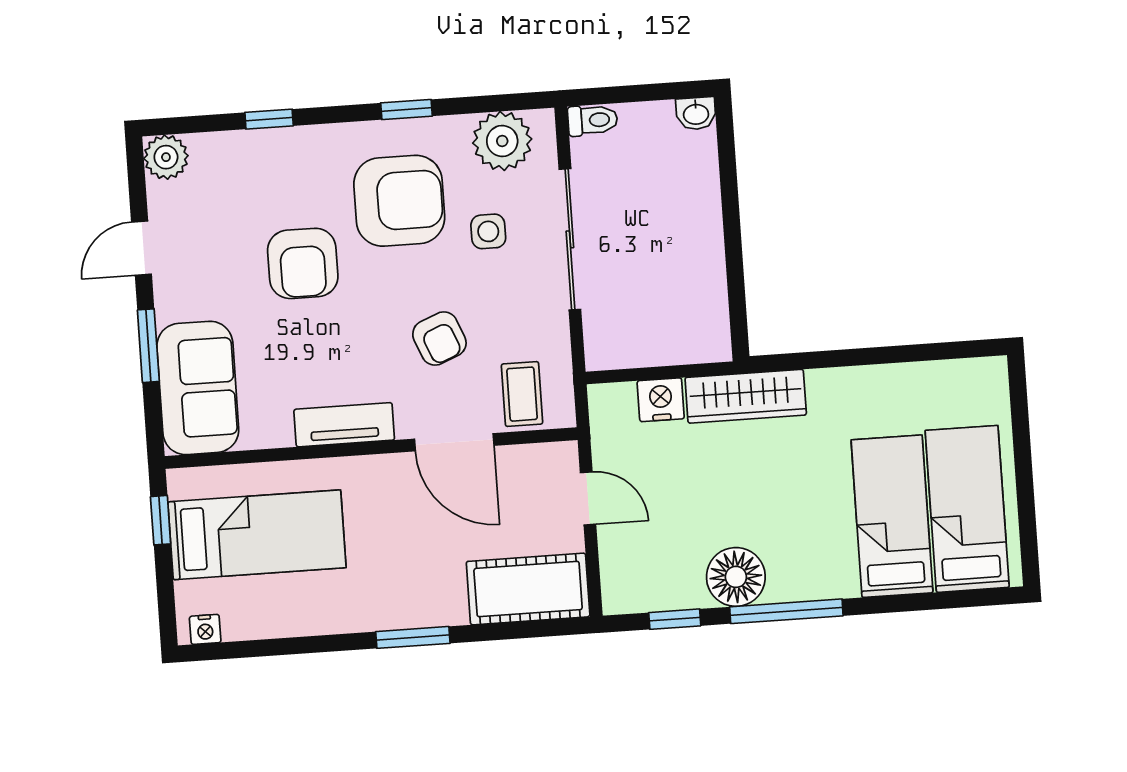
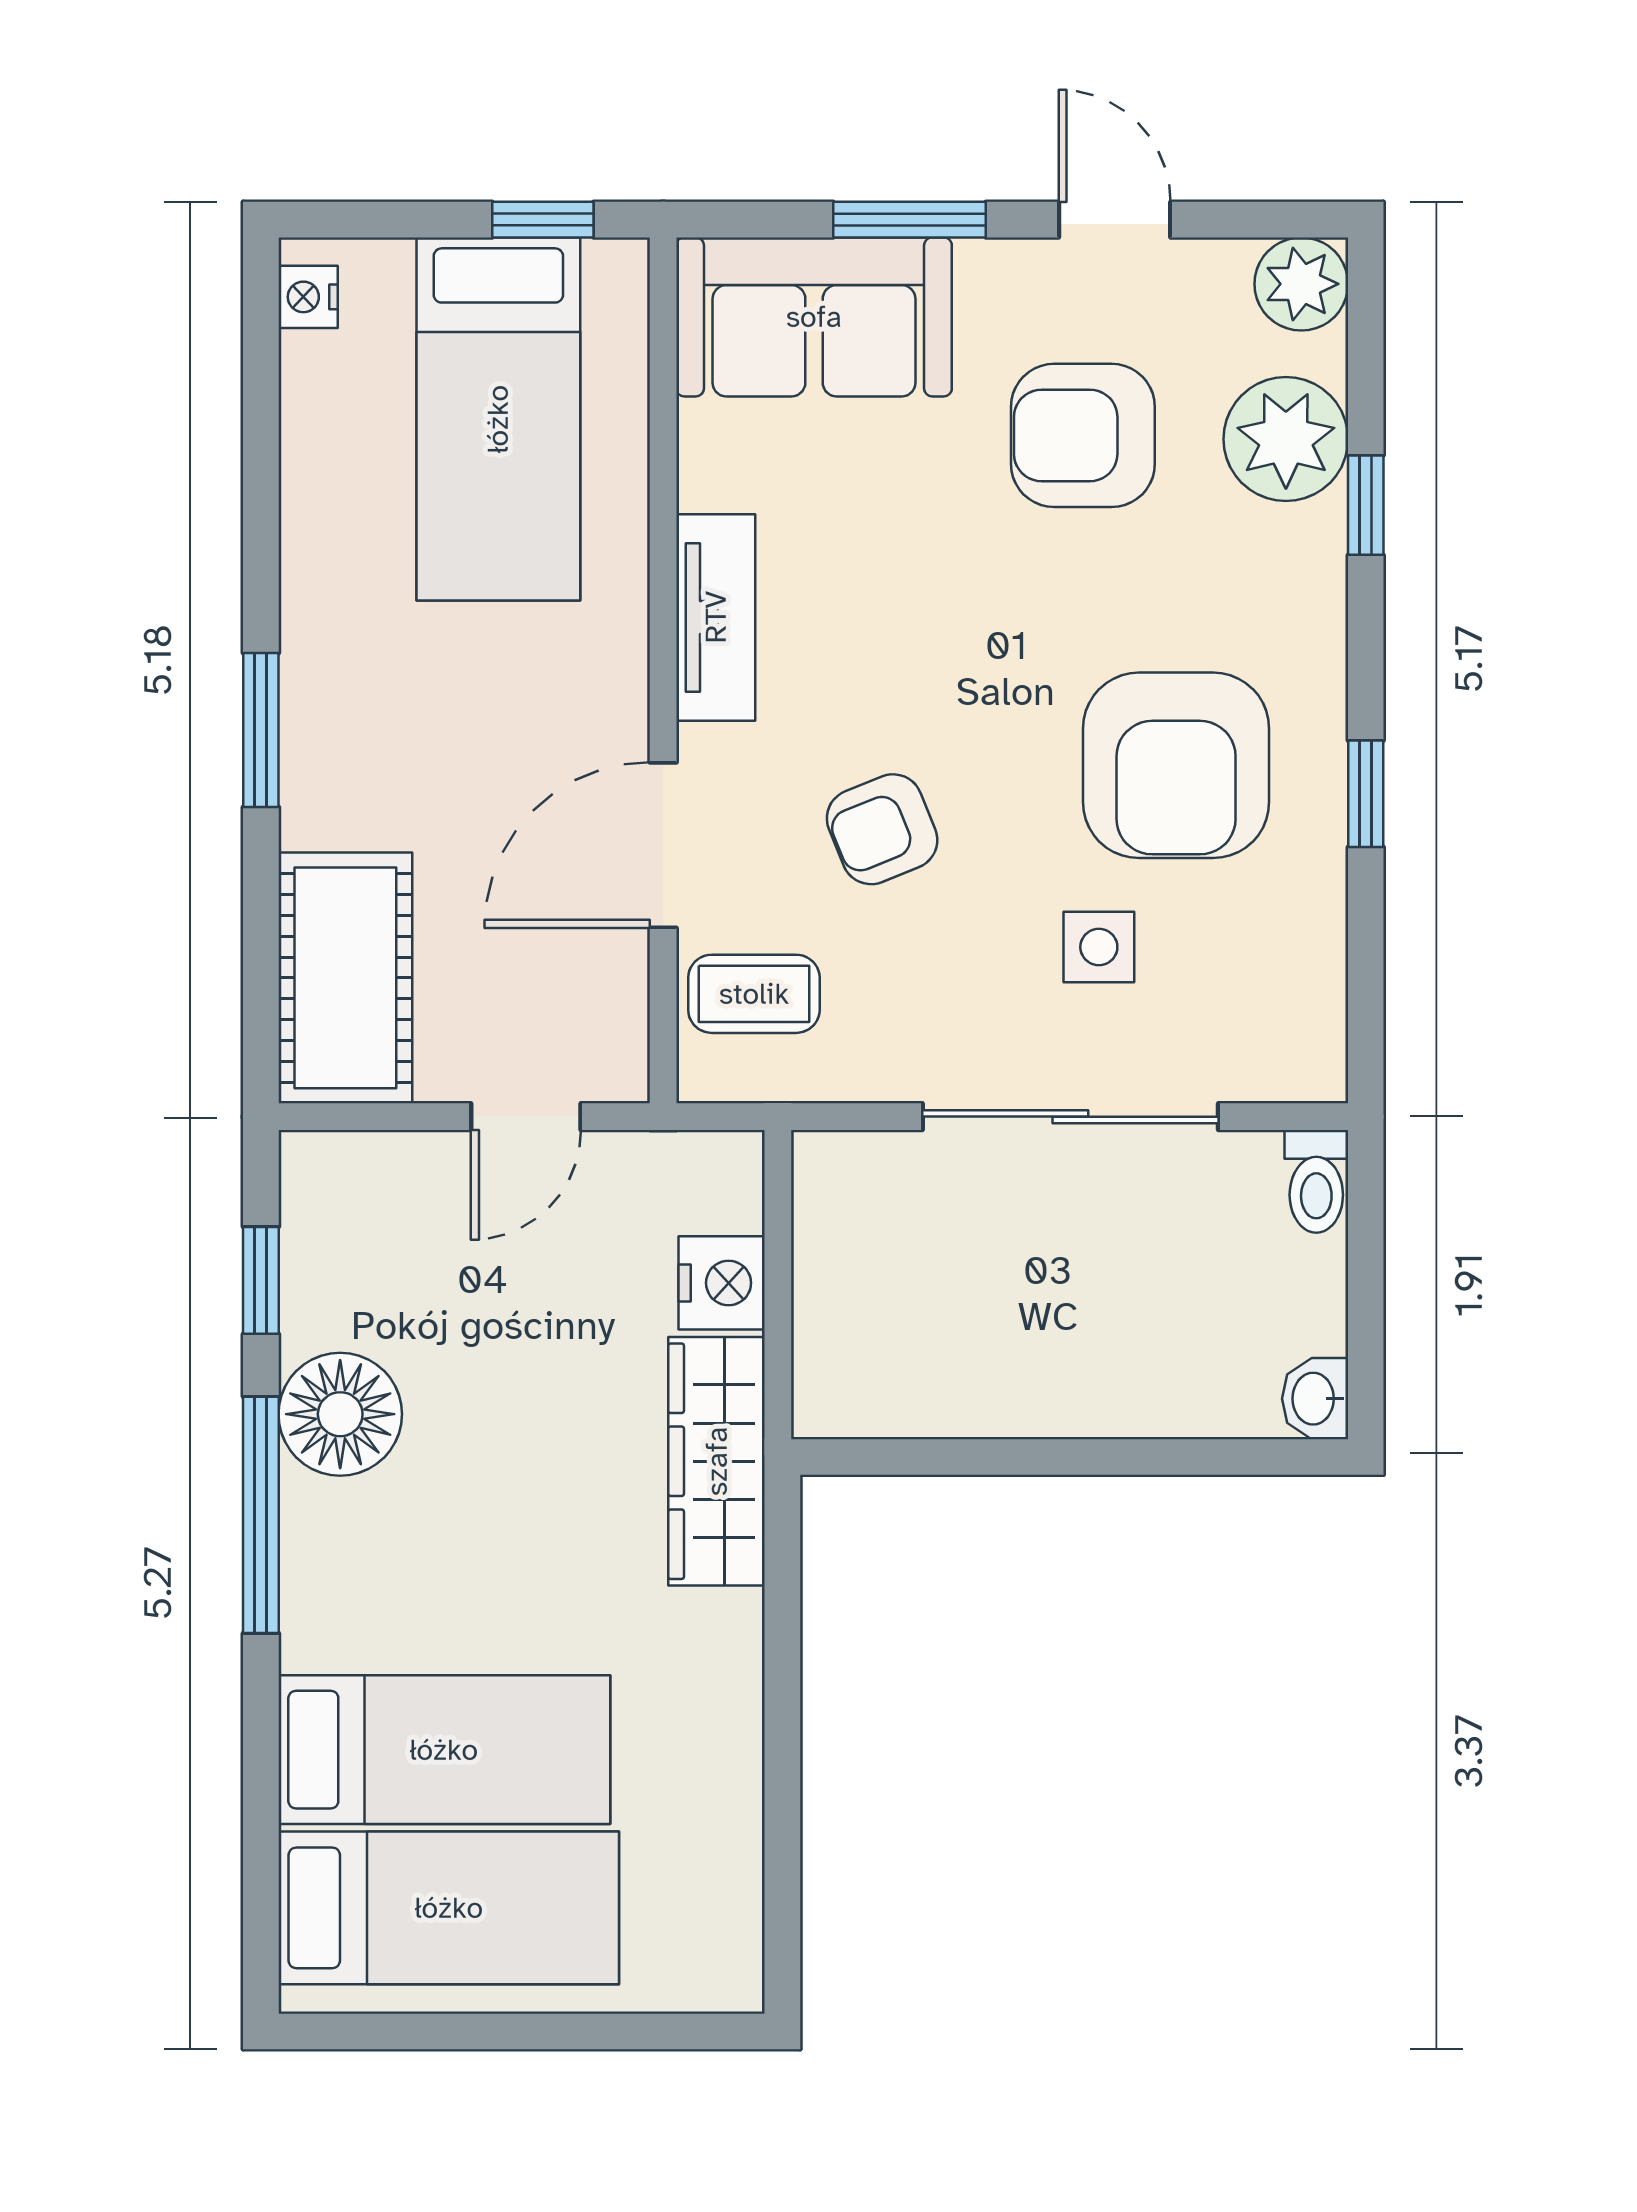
plant: (502, 141) -> (1286, 439), moved
armchair: (303, 263) -> (1083, 435), moved

